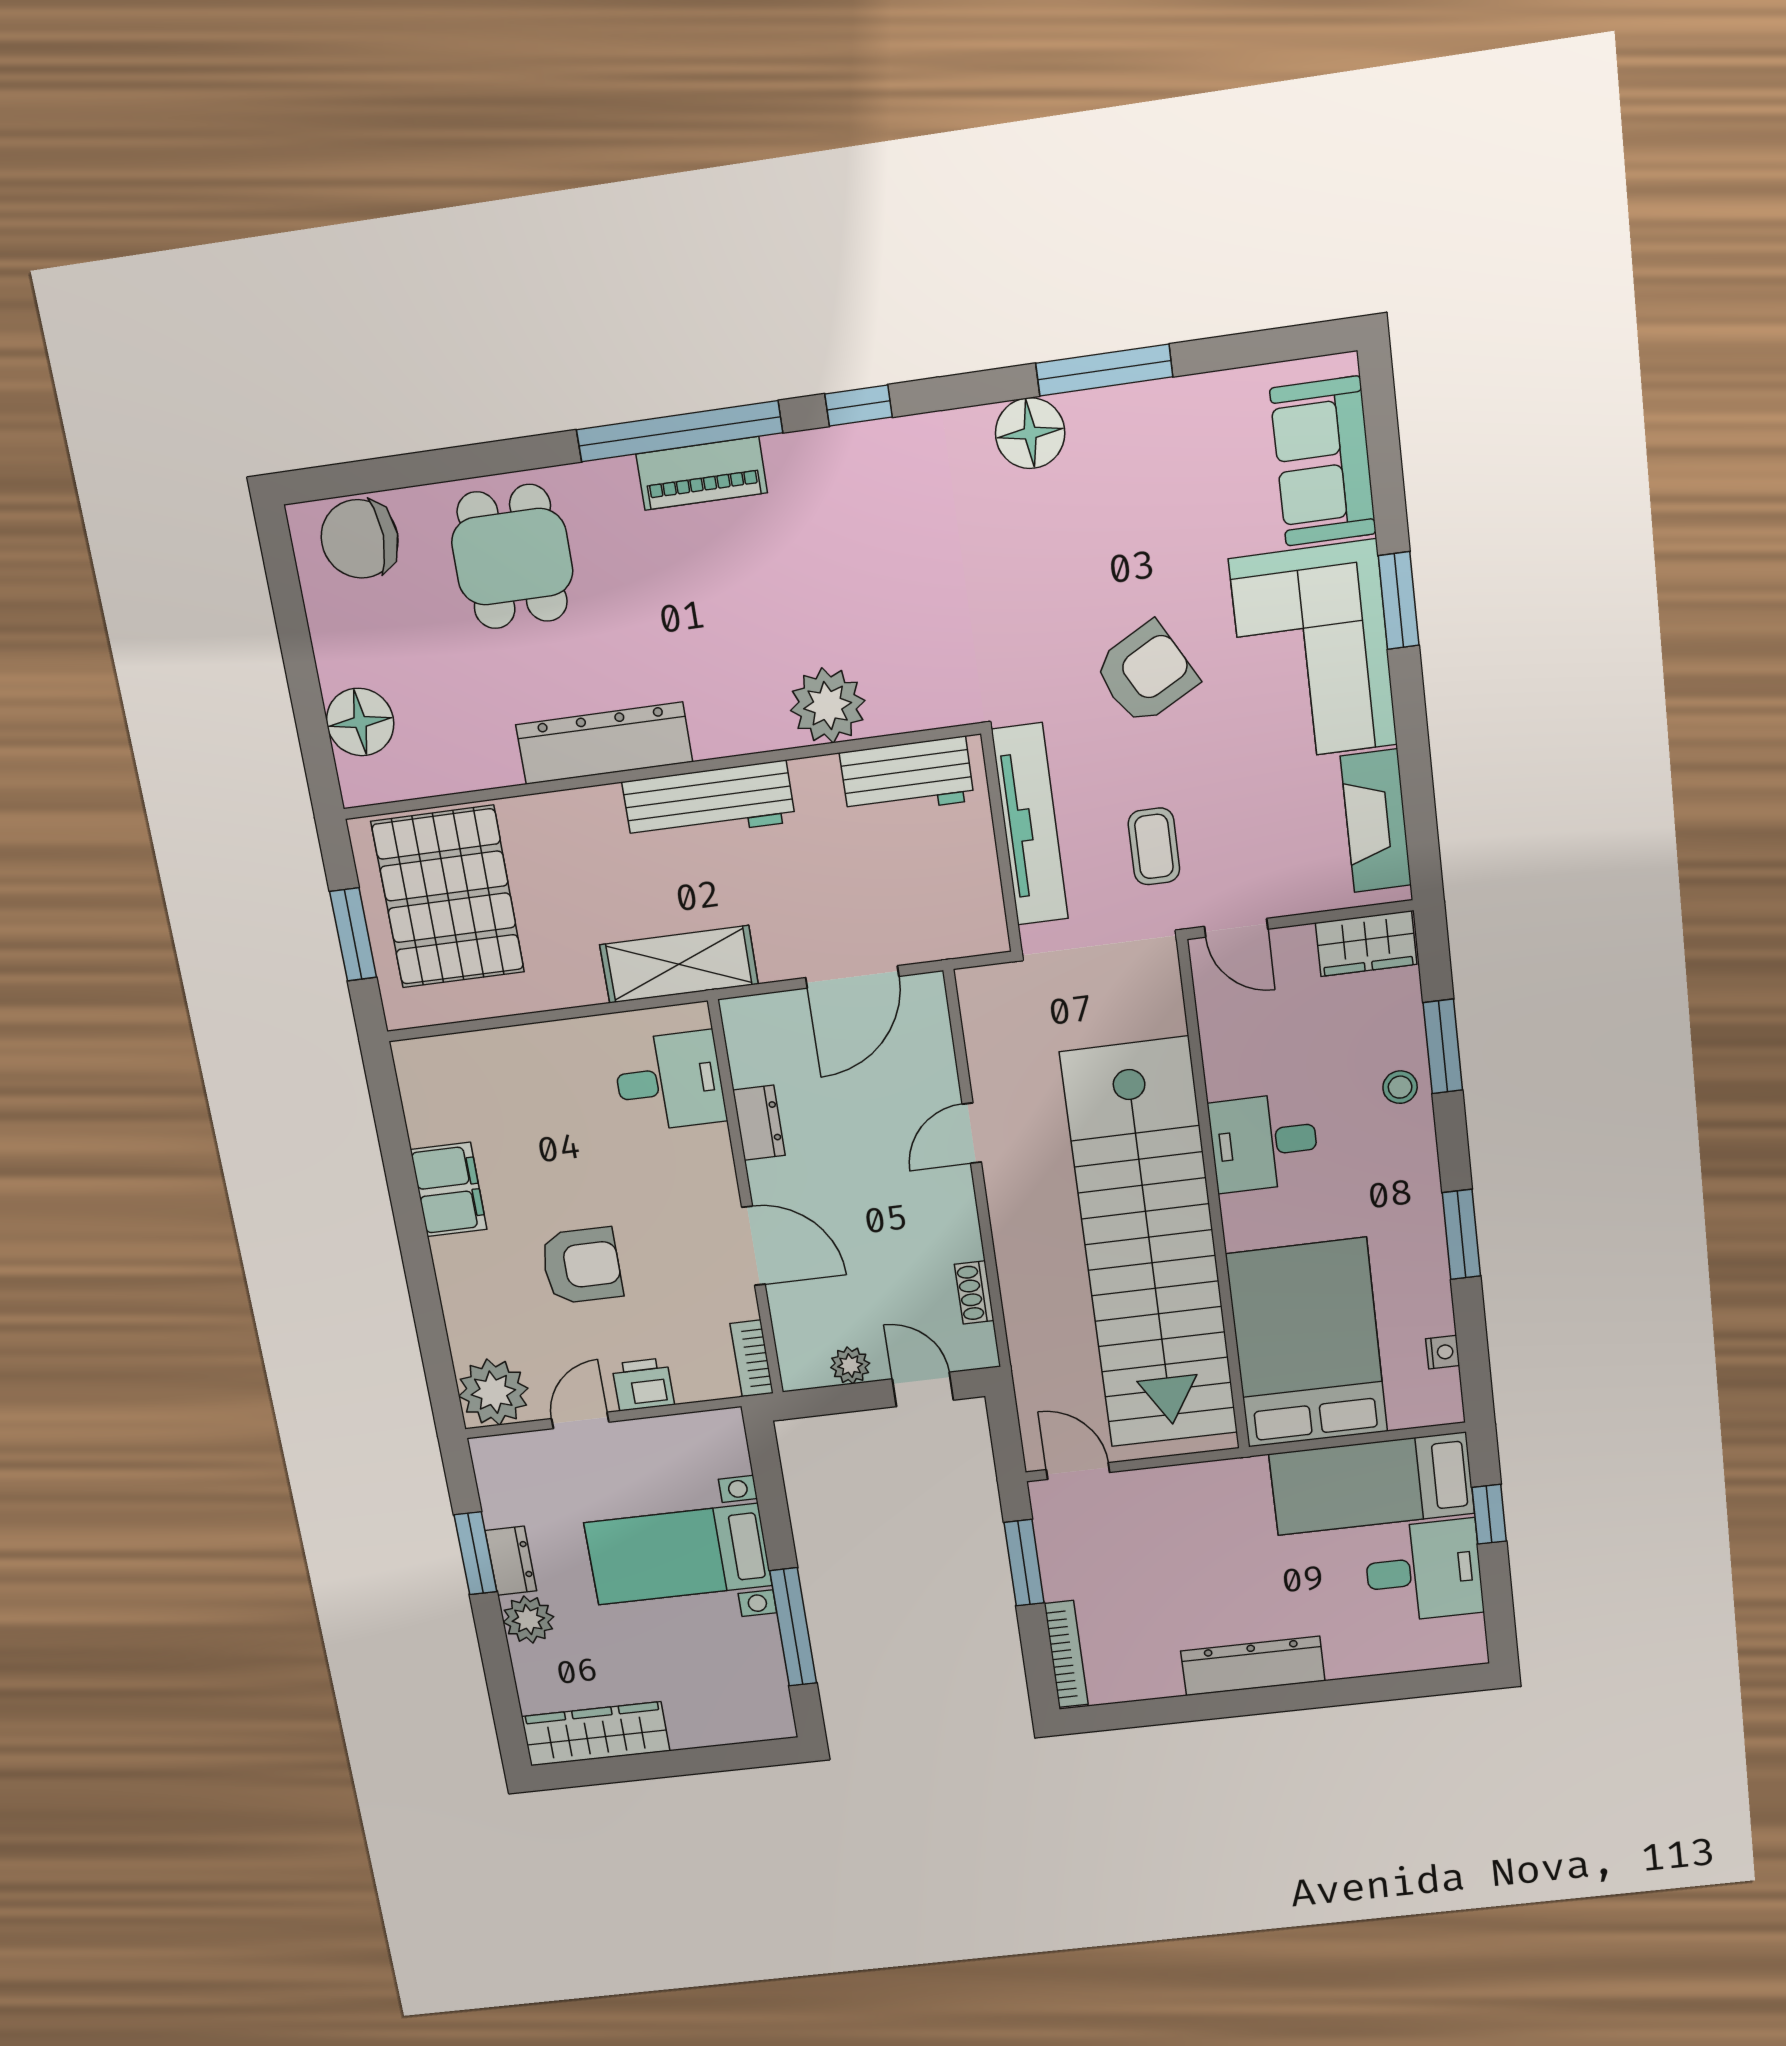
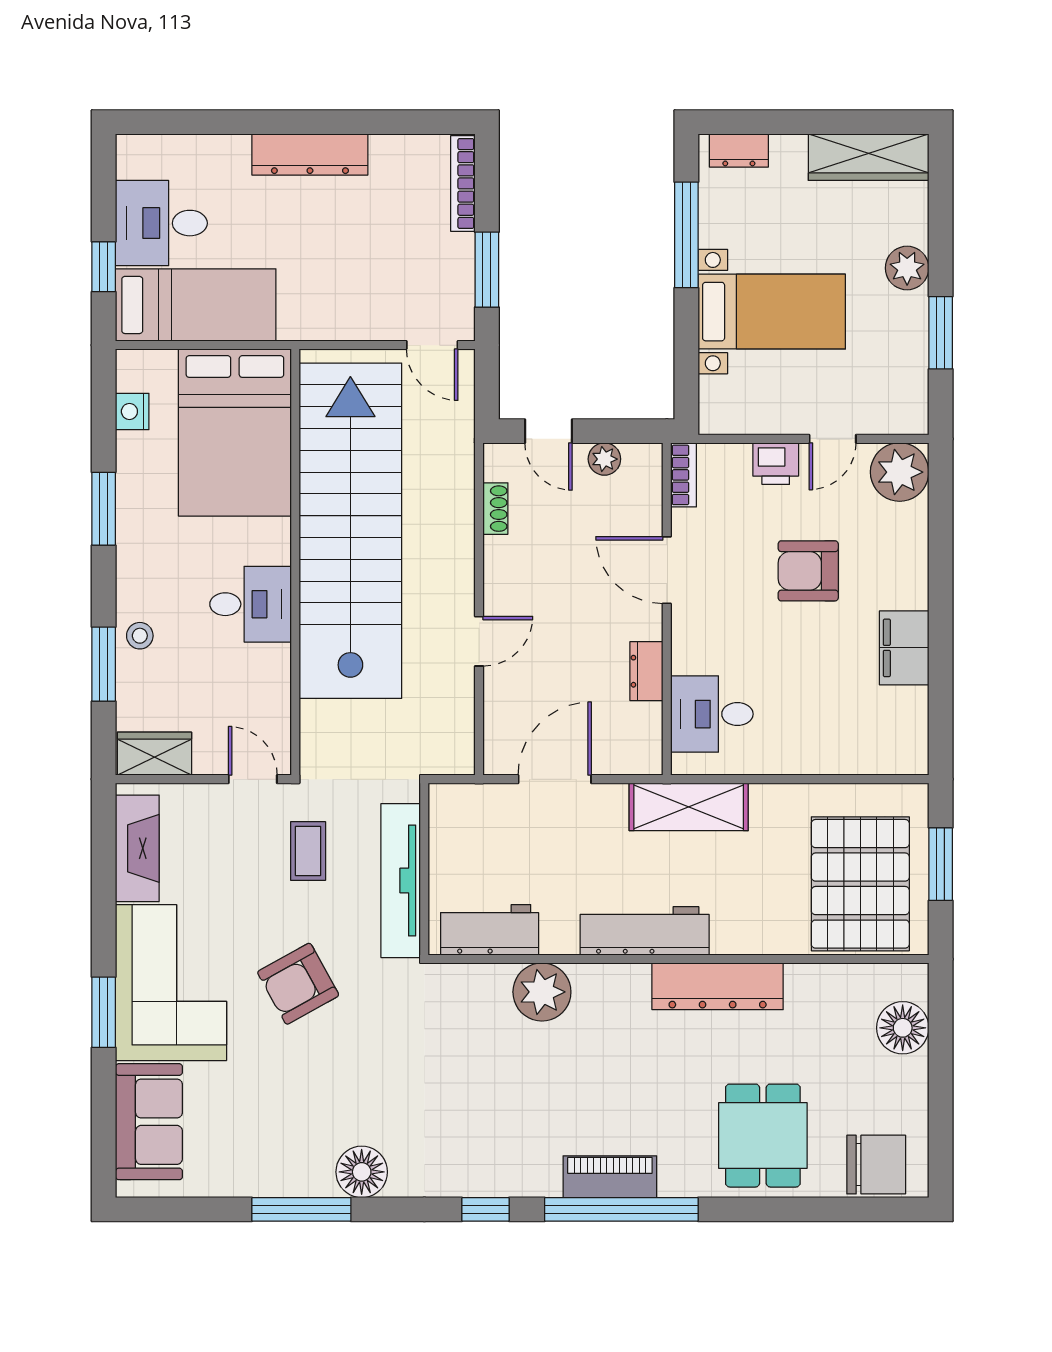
nightstand: (1443, 1352) -> (132, 411), width x1.39, depth x1.35
dresser: (511, 1561) -> (739, 150), moved, turned -90

